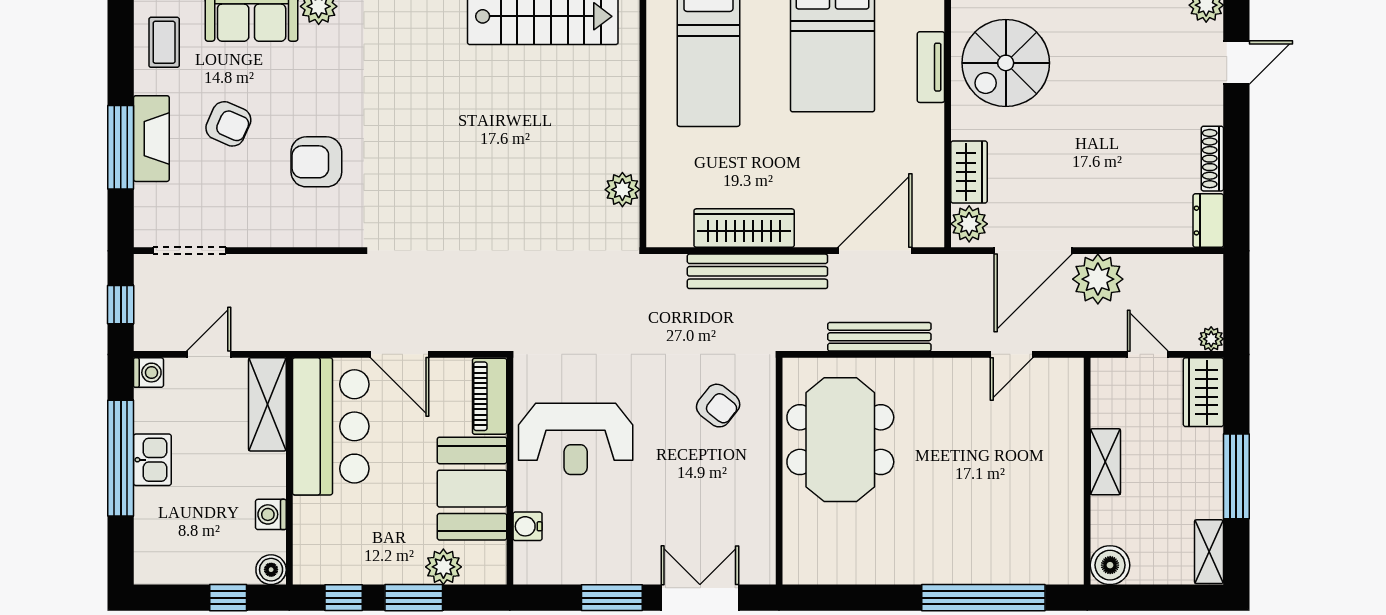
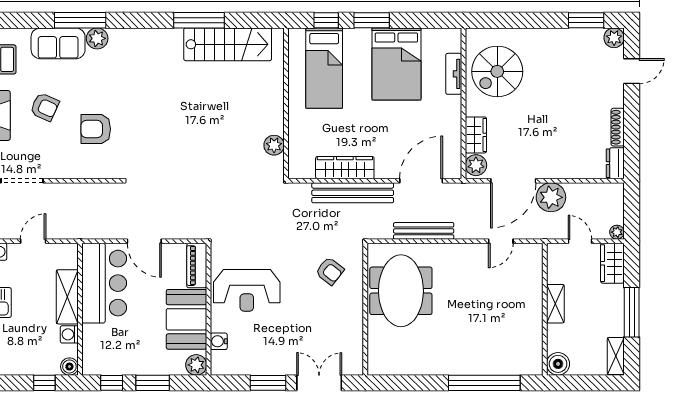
shelving: (267, 404) -> (67, 297), moved
plant: (443, 567) -> (196, 365), moved

